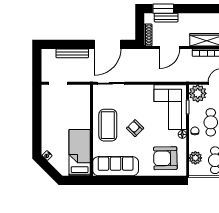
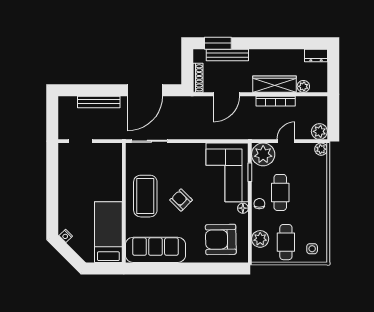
bench: (166, 18) -> (227, 55), width x1.36

